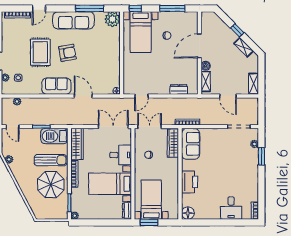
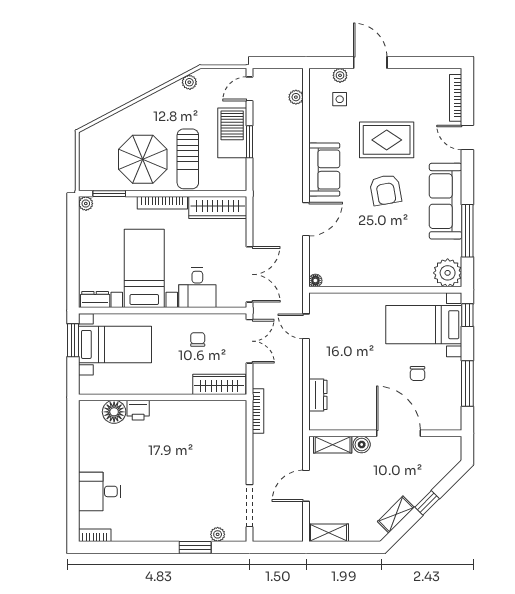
barbecue: (54, 136) -> (232, 133), moved
sofa: (191, 144) -> (218, 417), removed
printer: (190, 182) -> (138, 410), width x0.53, depth x0.68
floor lamp: (188, 213) -> (114, 412), moved

